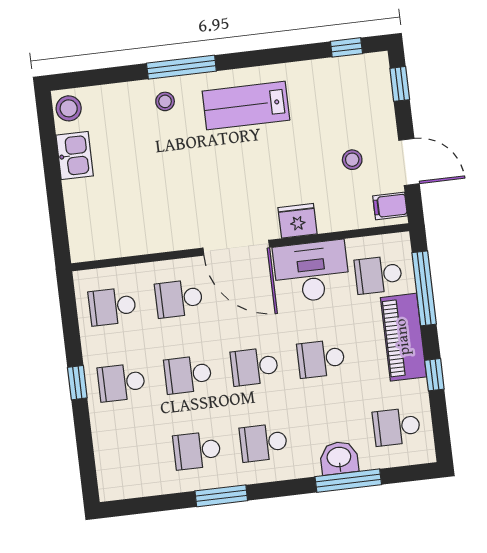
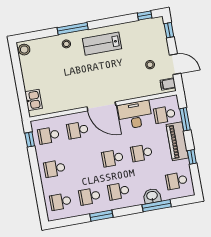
kitchen sink: (75, 156) -> (33, 100), moved
fridge: (297, 221) -> (128, 93), removed
window: (424, 288) -> (185, 119), width x0.69
school desk: (188, 375) -> (60, 202), moved
window: (77, 383) -> (30, 140), moved

